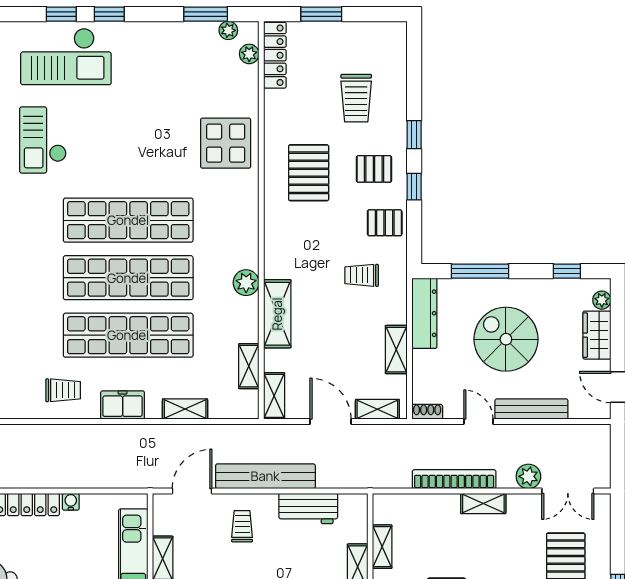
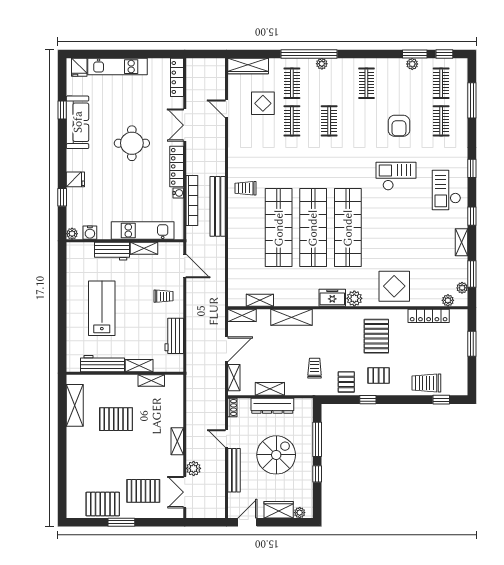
window: (61, 14) -> (472, 168), moved
locker: (275, 55) -> (429, 316), moved
checkout: (66, 56) -> (446, 190), width x0.73, depth x0.83
trolley: (356, 98) -> (426, 383), moved
window: (414, 135) -> (441, 400), moved
pallet: (374, 169) -> (379, 376), turned 90
pallet: (309, 173) -> (376, 336), turned 90
window: (567, 271) -> (317, 474), moved
plant: (246, 283) -> (354, 298), moved
dresser: (424, 313) -> (272, 406), moved
trolley: (63, 390) -> (245, 188), turned 90
freezer: (123, 405) -> (332, 298), moved, turned -90
shelving: (185, 409) -> (462, 242), moved
door: (478, 422) -> (227, 438), swing flipped
bench: (265, 476) -> (218, 206), moved
bookcase: (454, 479) -> (192, 201), moved

